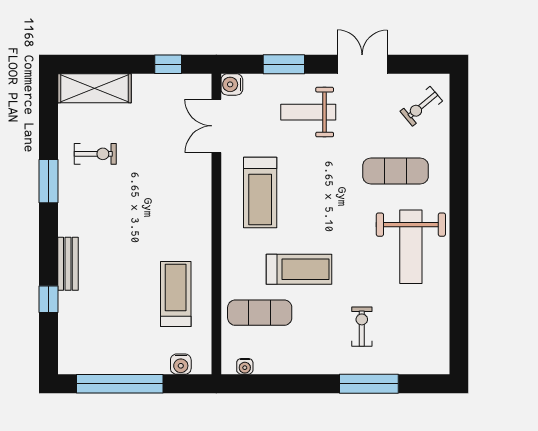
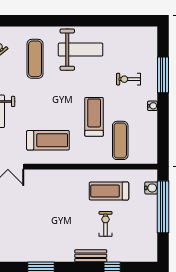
exercise bike: (95, 154) -> (105, 224), moved
water cooler: (245, 366) -> (152, 106), moved
window: (120, 384) -> (163, 207), moved

